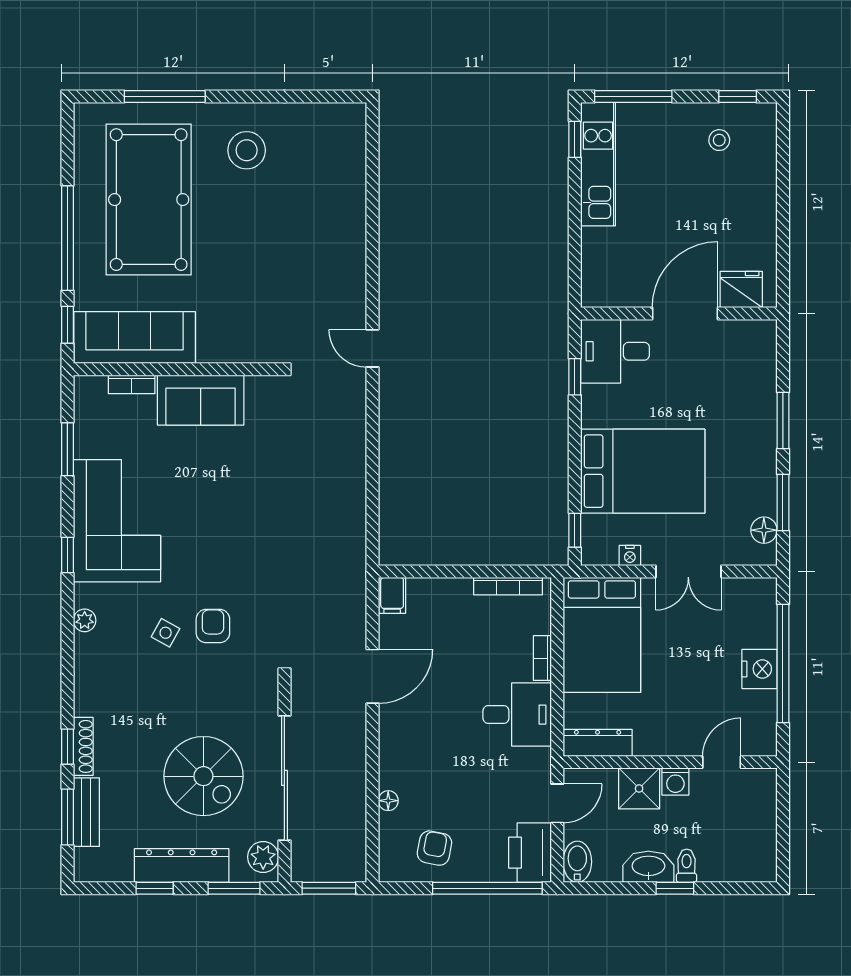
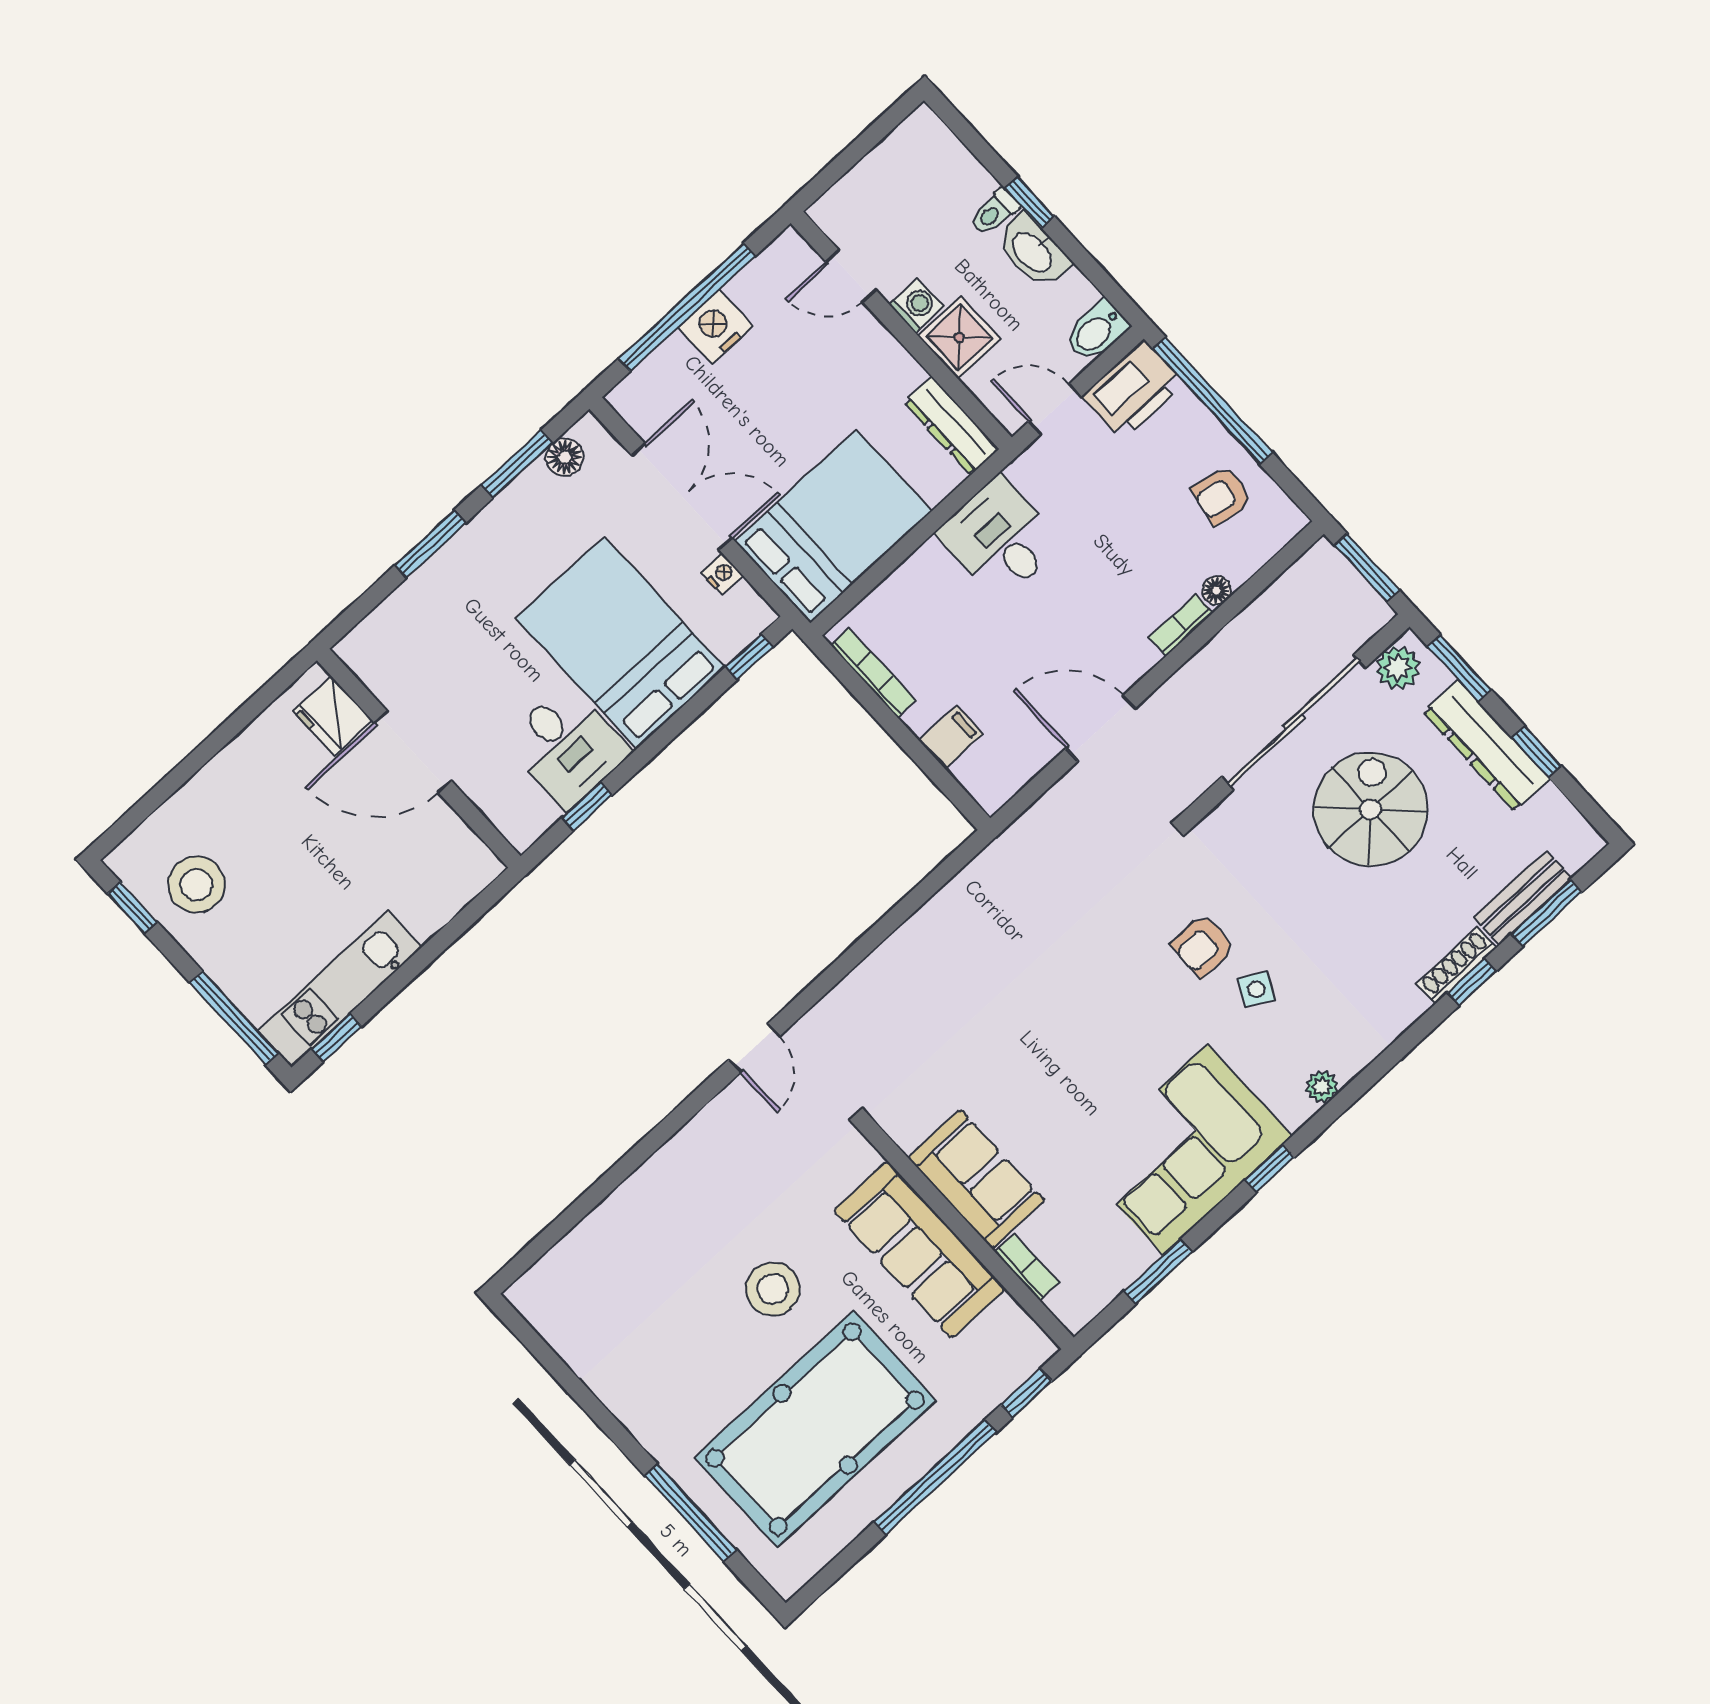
stool: (719, 140) -> (196, 885), width x1.89, depth x1.89
stool: (247, 150) -> (773, 1289), moved
sofa: (135, 337) -> (919, 1250), moved
desk: (615, 351) -> (567, 746), moved
double door: (688, 572) -> (682, 497), width x1.37
filing cabinet: (392, 595) -> (951, 737), moved
bookcase: (542, 658) -> (1181, 625), moved, turned 180

